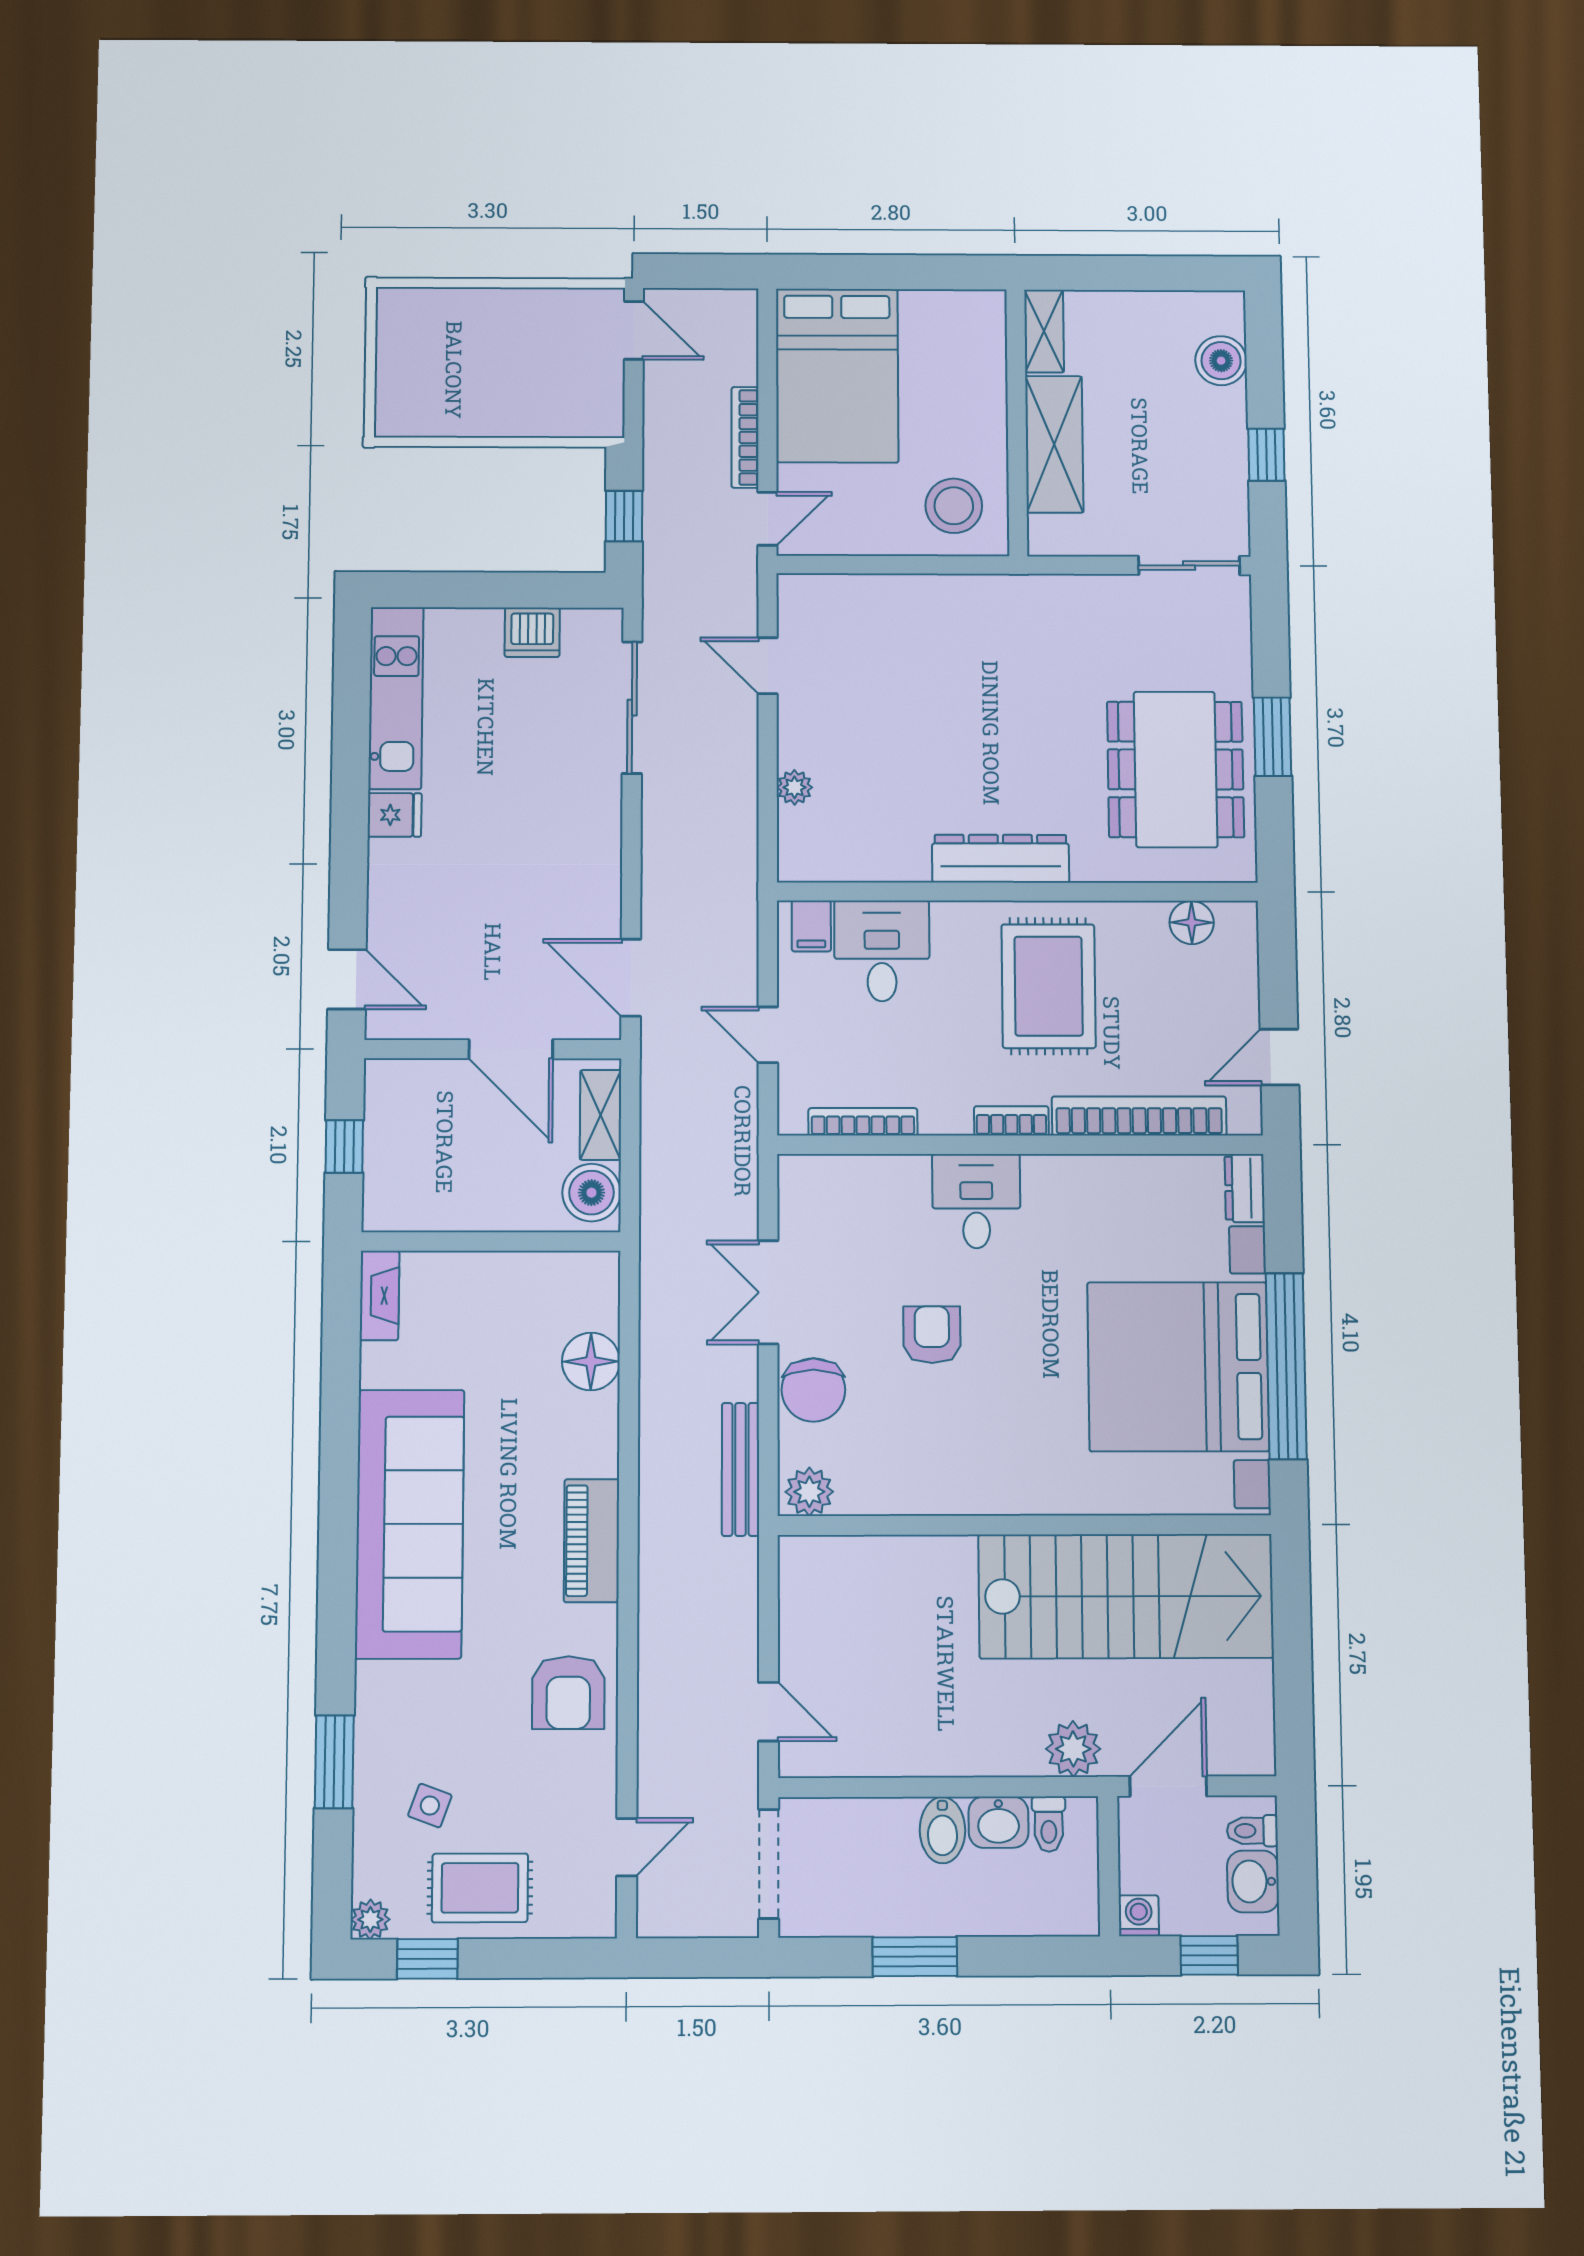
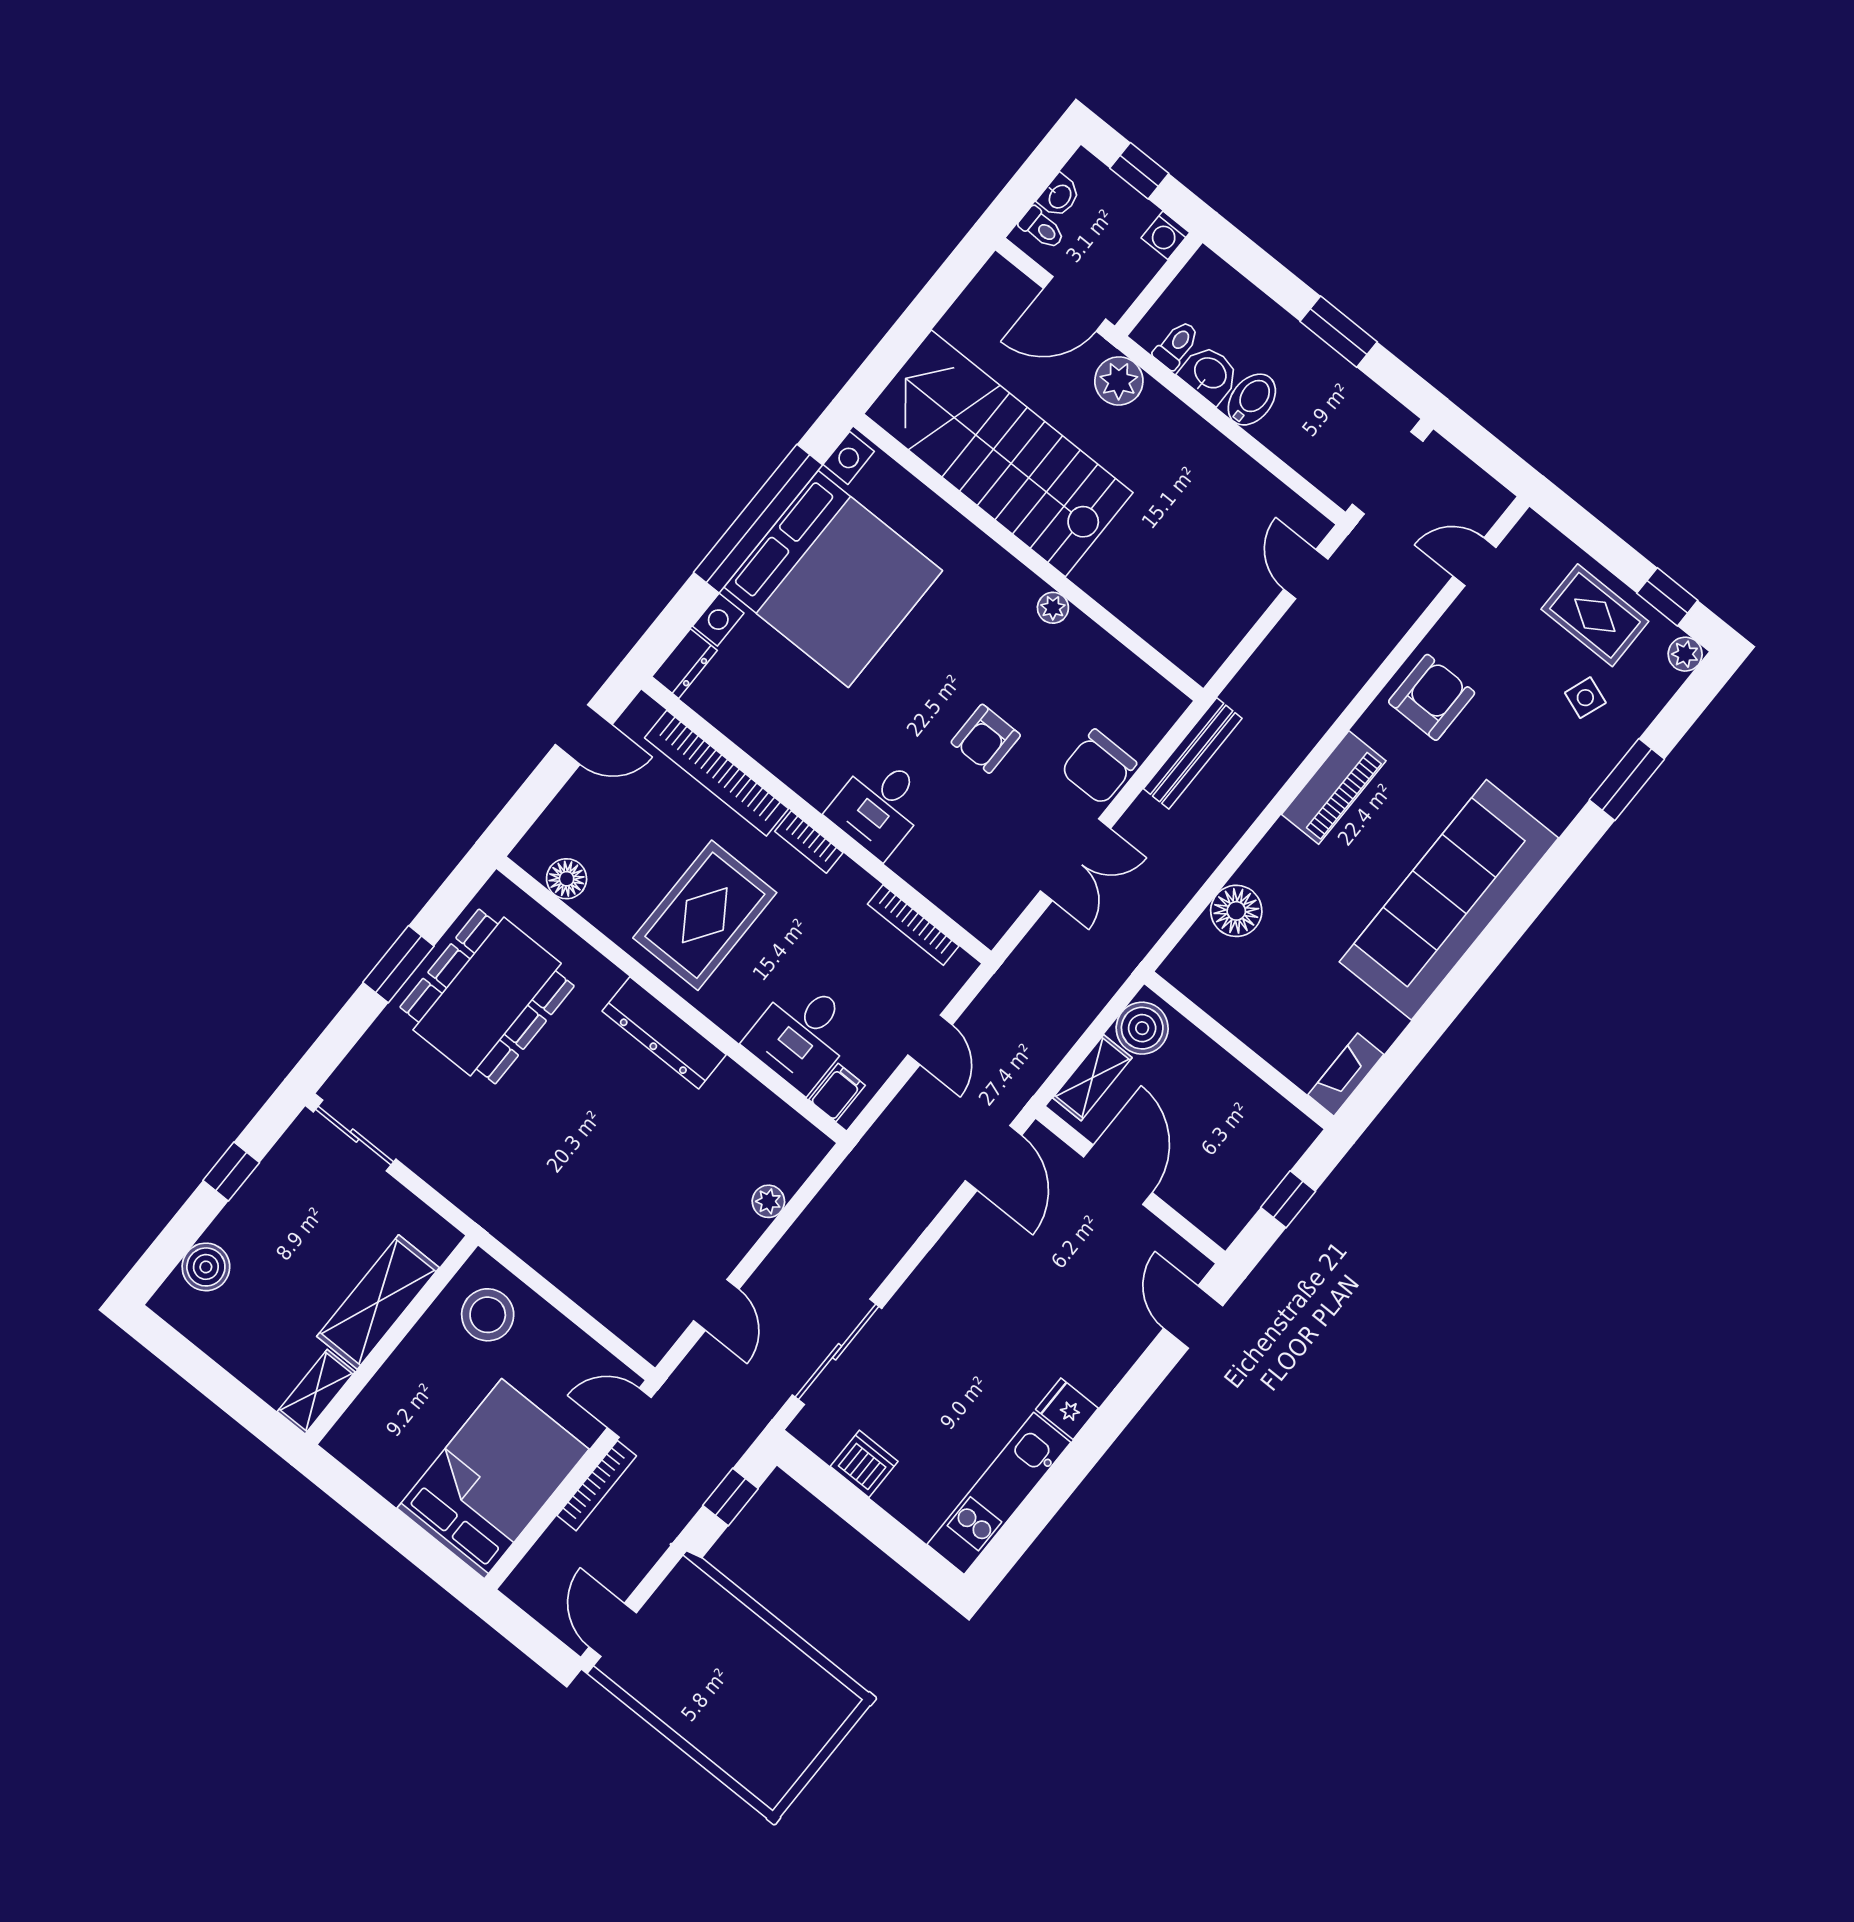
chair: (813, 1390) -> (1099, 767), turned 180
plant: (809, 1492) -> (1053, 608), moved, width x0.73, depth x0.73
washbasin: (1253, 1881) -> (1059, 196), width x0.72, depth x0.69

